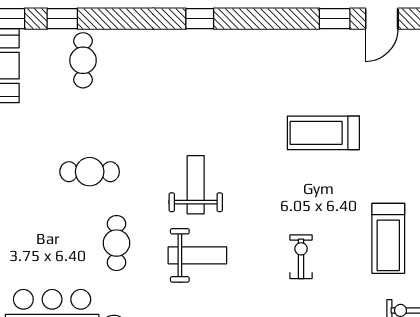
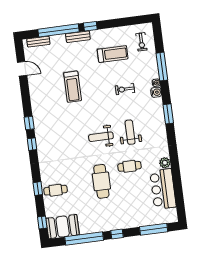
window: (62, 19) -> (38, 189), moved
window: (335, 19) -> (29, 123), moved
cafe table: (90, 172) -> (101, 181), width x1.37, depth x1.35

